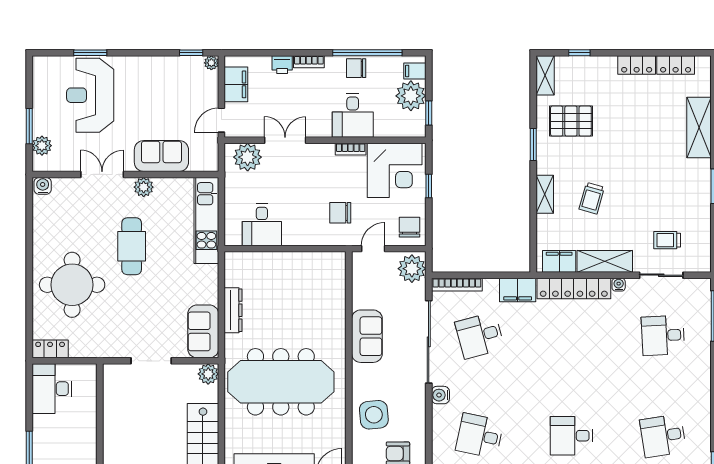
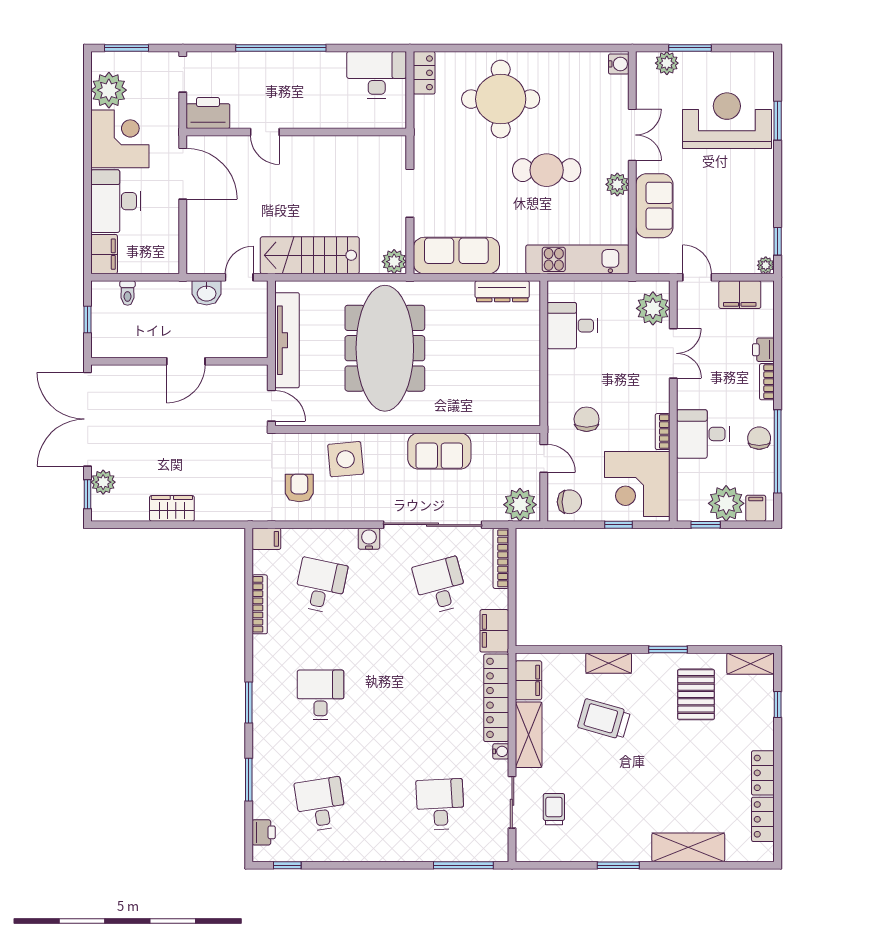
trolley: (592, 198) -> (604, 719), width x1.36, depth x1.39
dresser: (233, 310) -> (502, 291), moved
sofa: (203, 331) -> (456, 256), width x1.36

